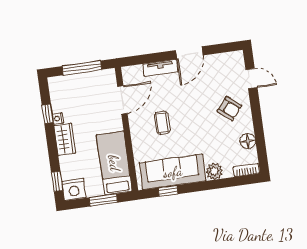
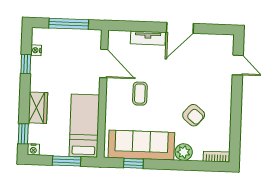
door: (122, 100) -> (104, 63), hinge flipped
armchair: (229, 109) -> (194, 115), moved
nightstand: (58, 119) -> (36, 50), moved
wardrobe: (65, 139) -> (38, 108), moved
floor lamp: (248, 141) -> (223, 128), removed
nightstand: (74, 190) -> (33, 149), width x0.53, depth x0.56

